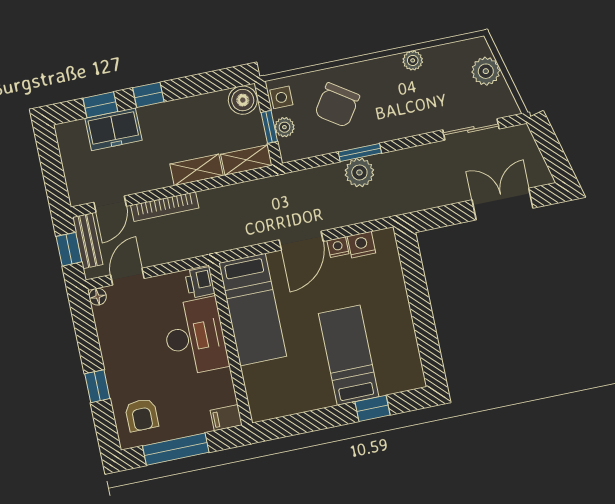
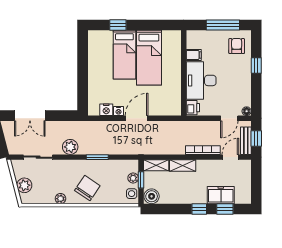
chair: (337, 105) -> (87, 188), moved
plant: (359, 172) -> (70, 147), moved
bed: (253, 310) -> (149, 58), moved, turned 180
filing cabinet: (226, 418) -> (194, 55), moved

